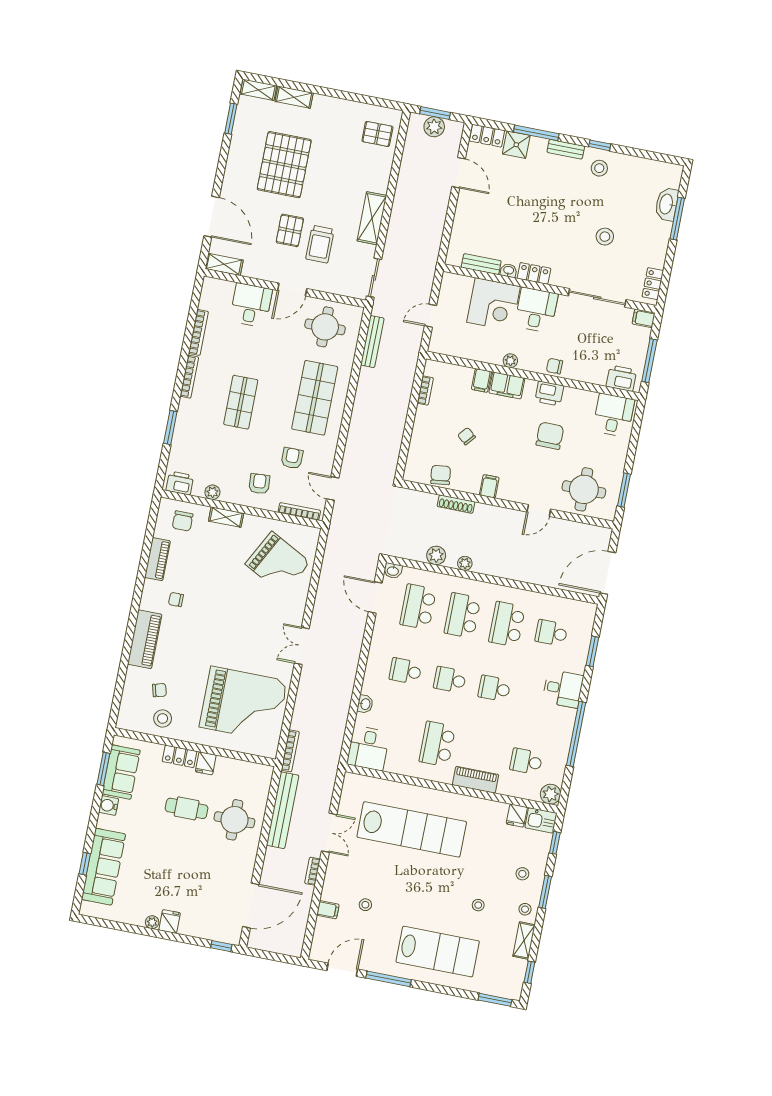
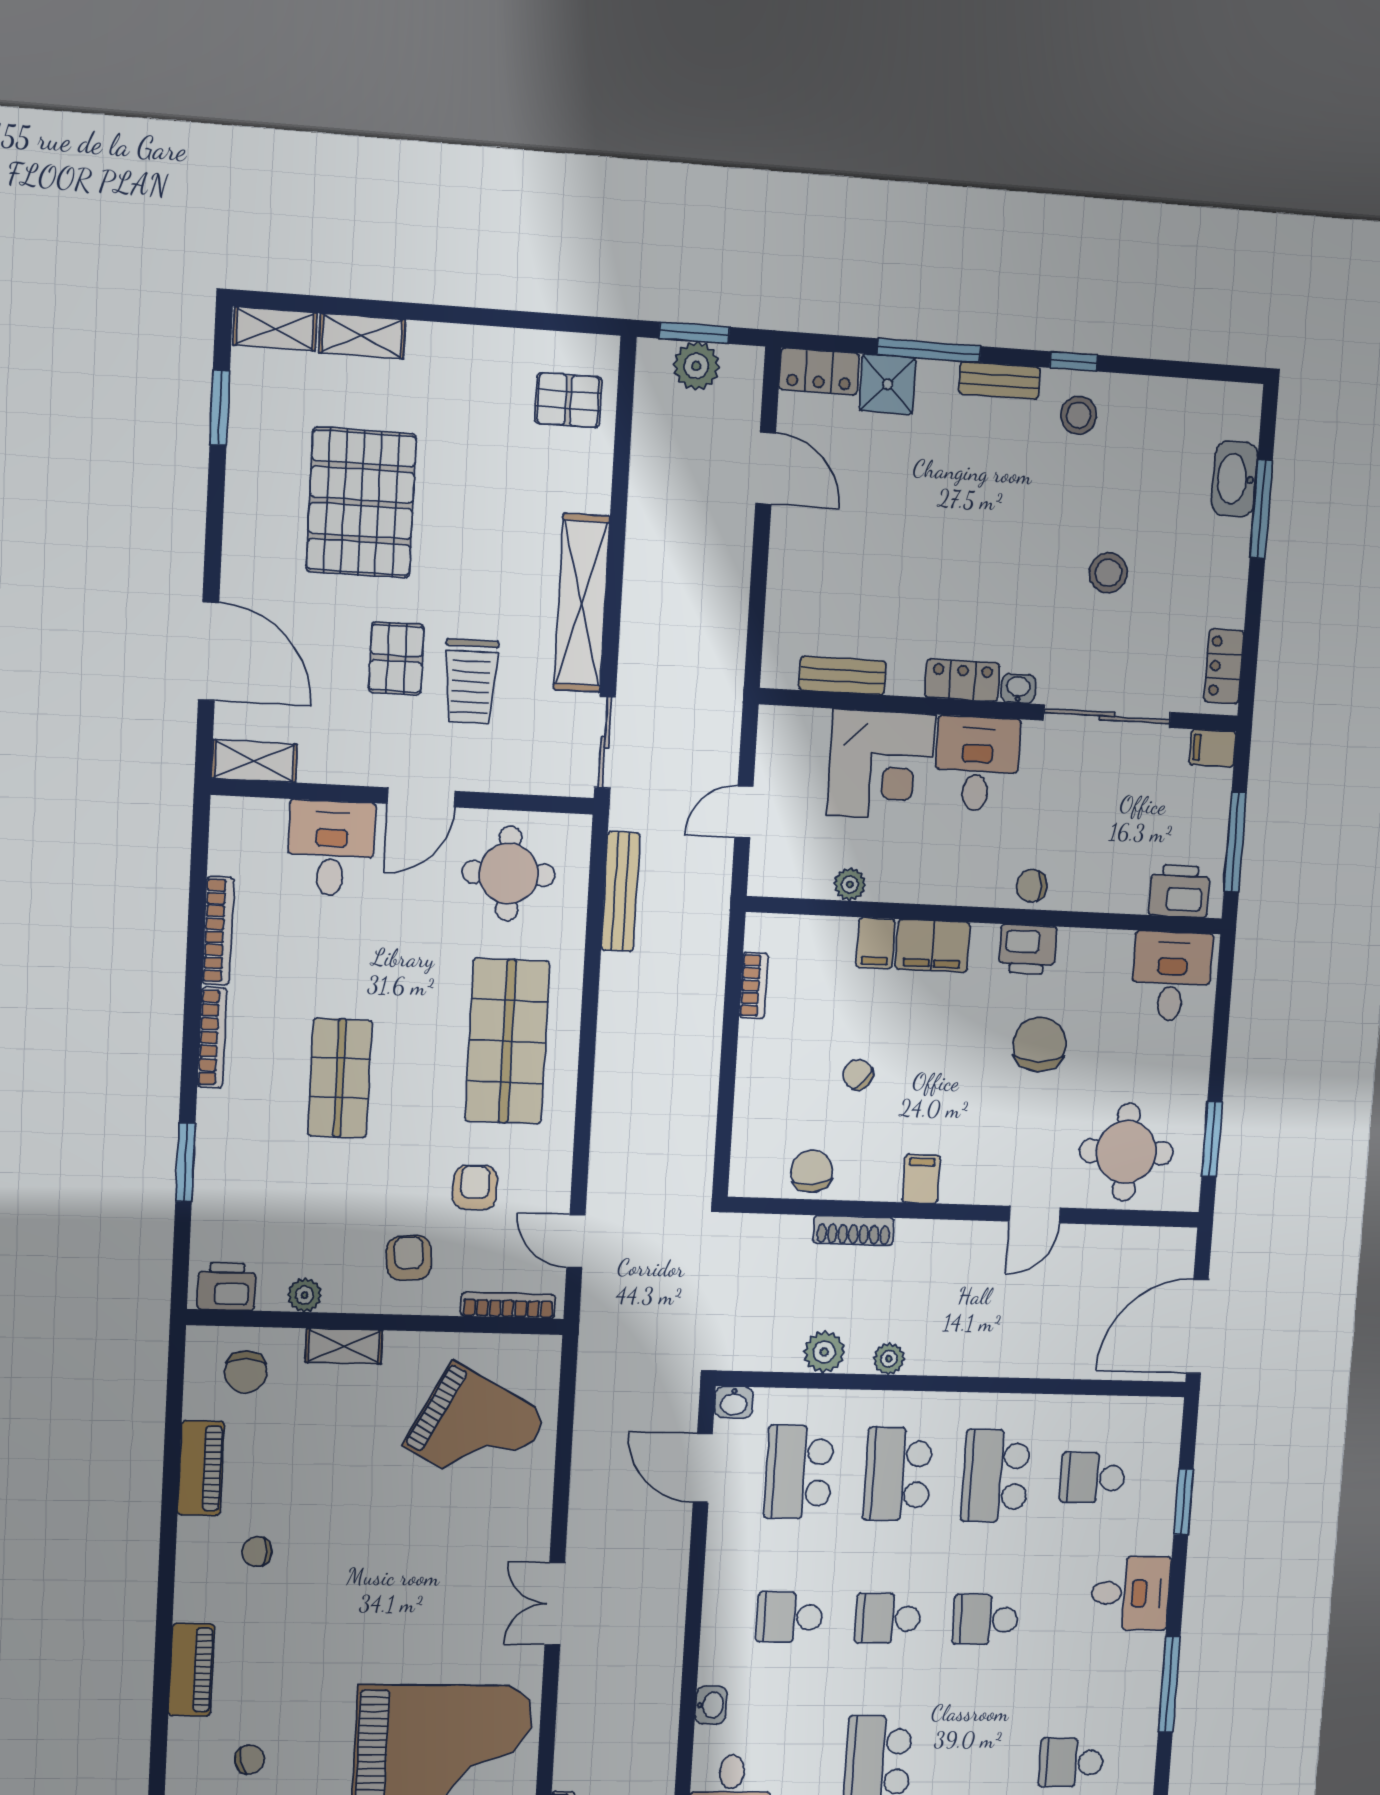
shelving: (372, 218) -> (582, 603), width x1.47
washbasin: (509, 271) -> (1018, 688), moved
plant: (510, 361) -> (850, 884), moved
piano: (145, 639) -> (191, 1670), width x0.73, depth x0.75
window: (576, 734) -> (1169, 1684), width x0.68

